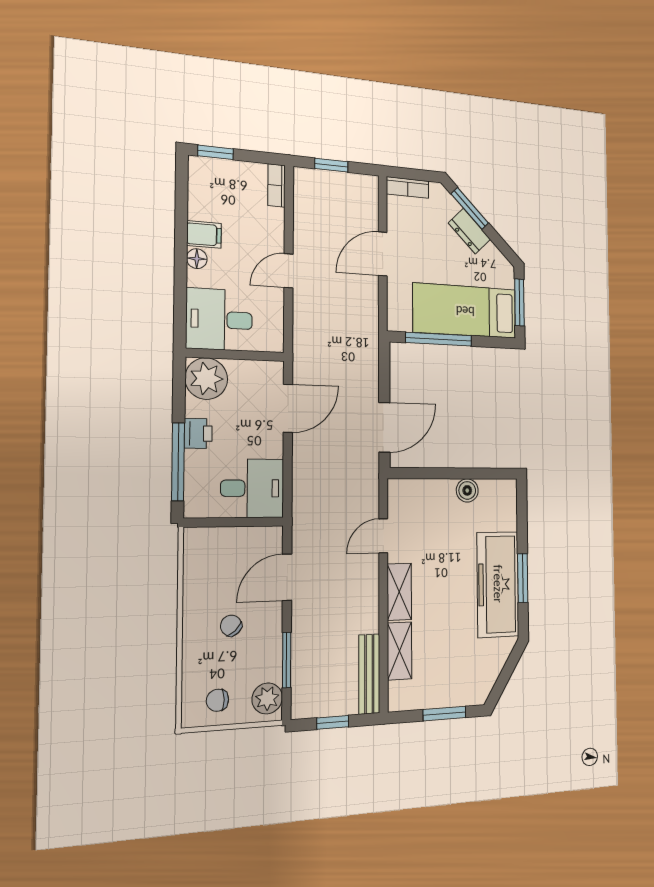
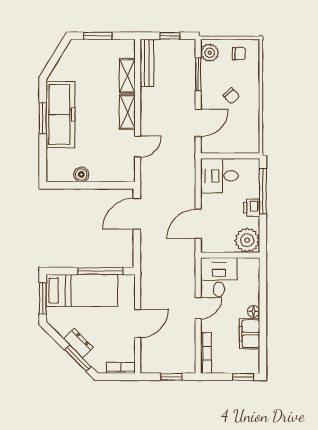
bookcase: (276, 185) -> (206, 353), width x1.56
filing cabinet: (204, 234) -> (249, 334), width x2.00
desk: (219, 320) -> (219, 277), moved, turned -90

